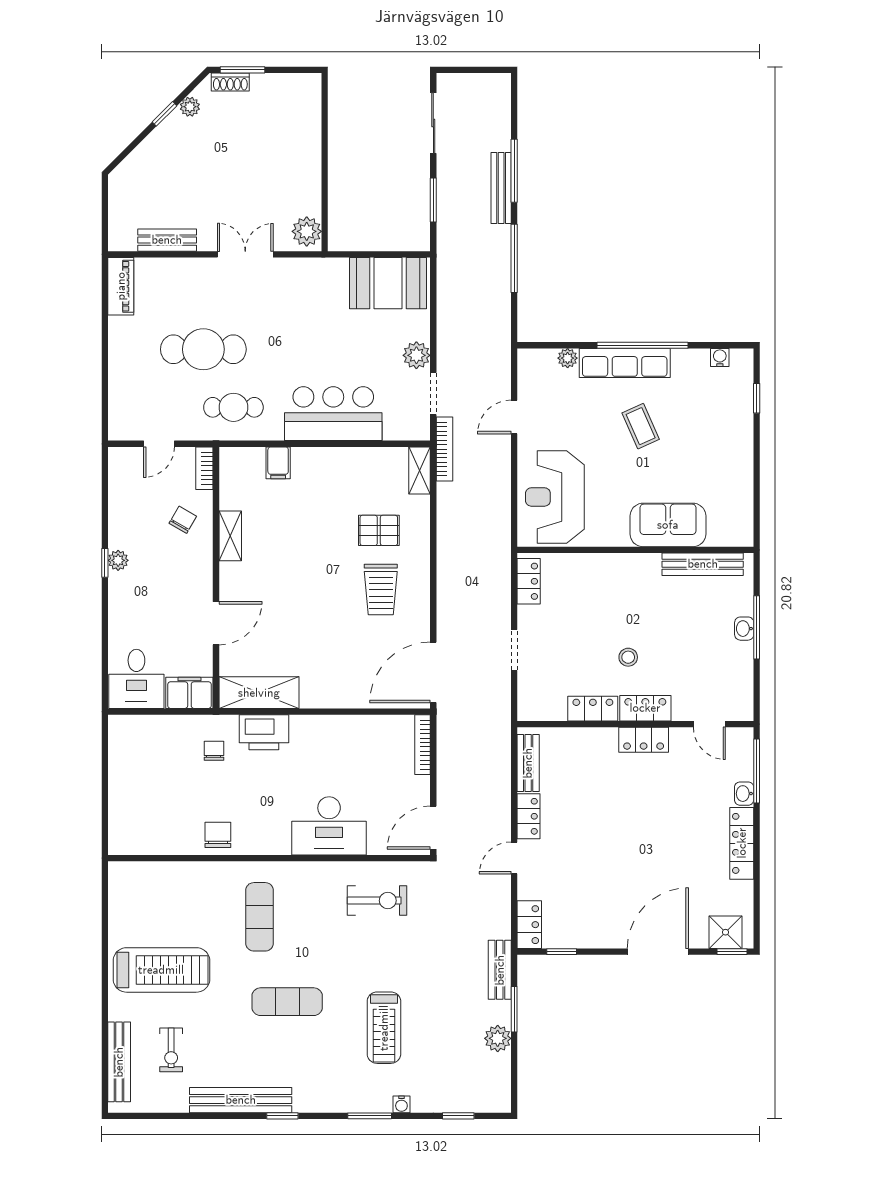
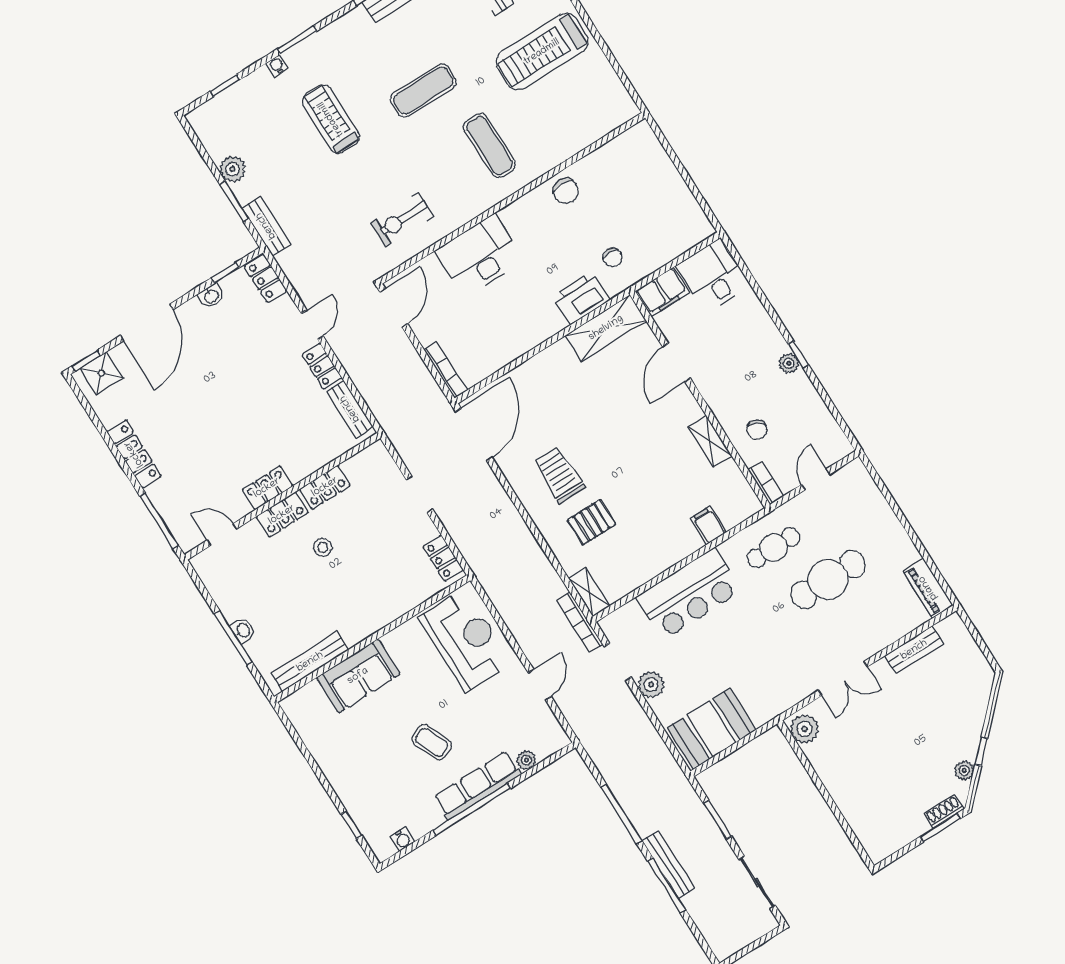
washbasin: (744, 794) -> (211, 296), moved, turned 90

